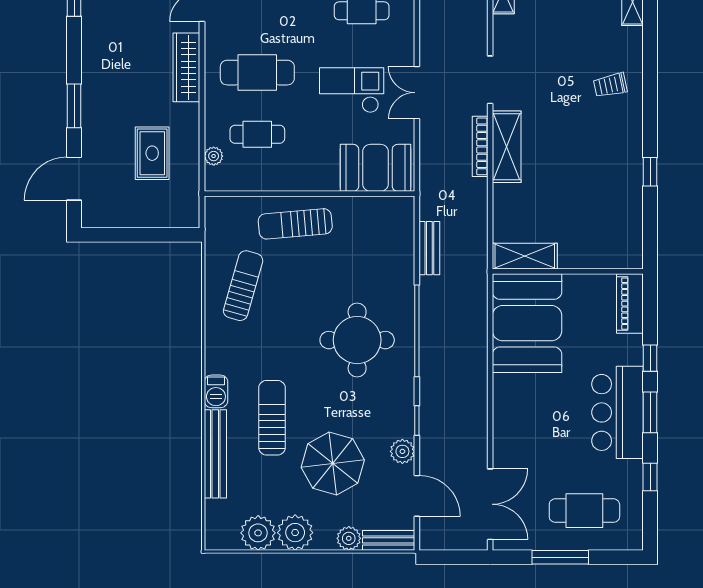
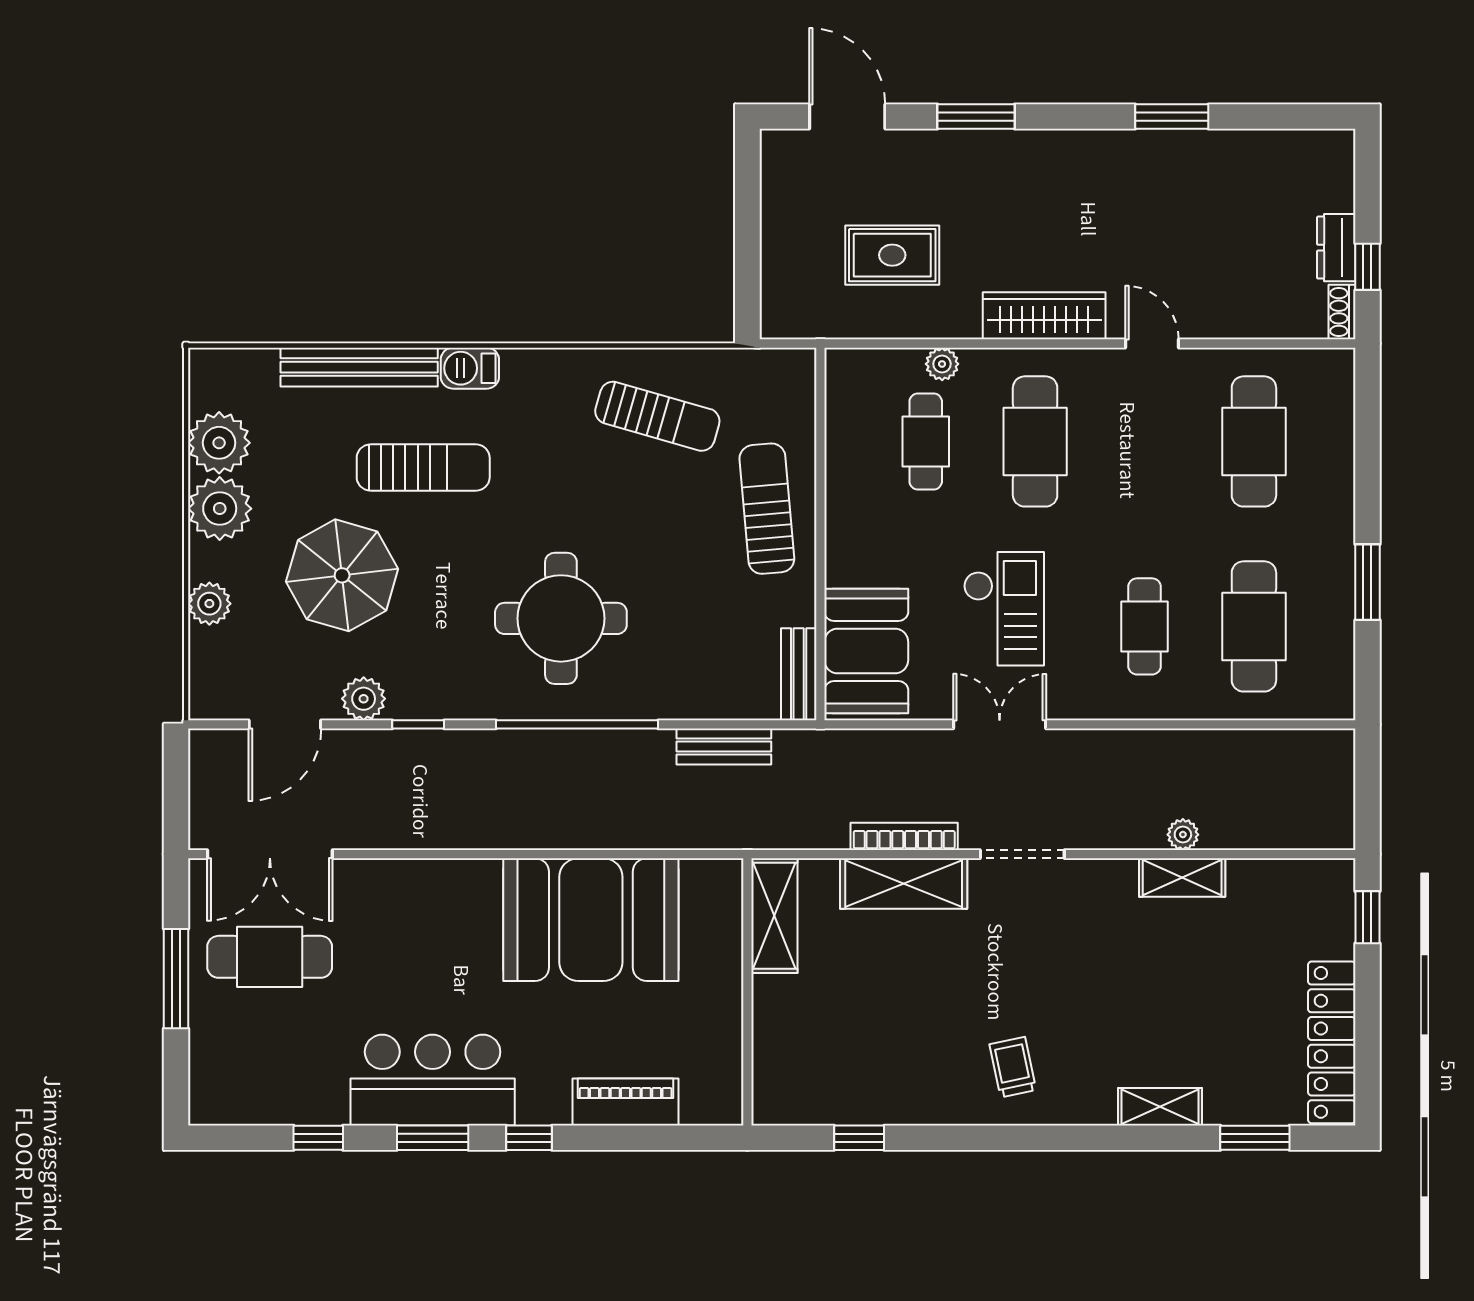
plant: (214, 156) -> (942, 364), moved
shelving: (525, 256) -> (774, 916), moved
wall: (568, 271) -> (747, 992), moved
cafe table: (584, 511) -> (270, 957), moved, turned 90
bench: (389, 540) -> (799, 674), moved

